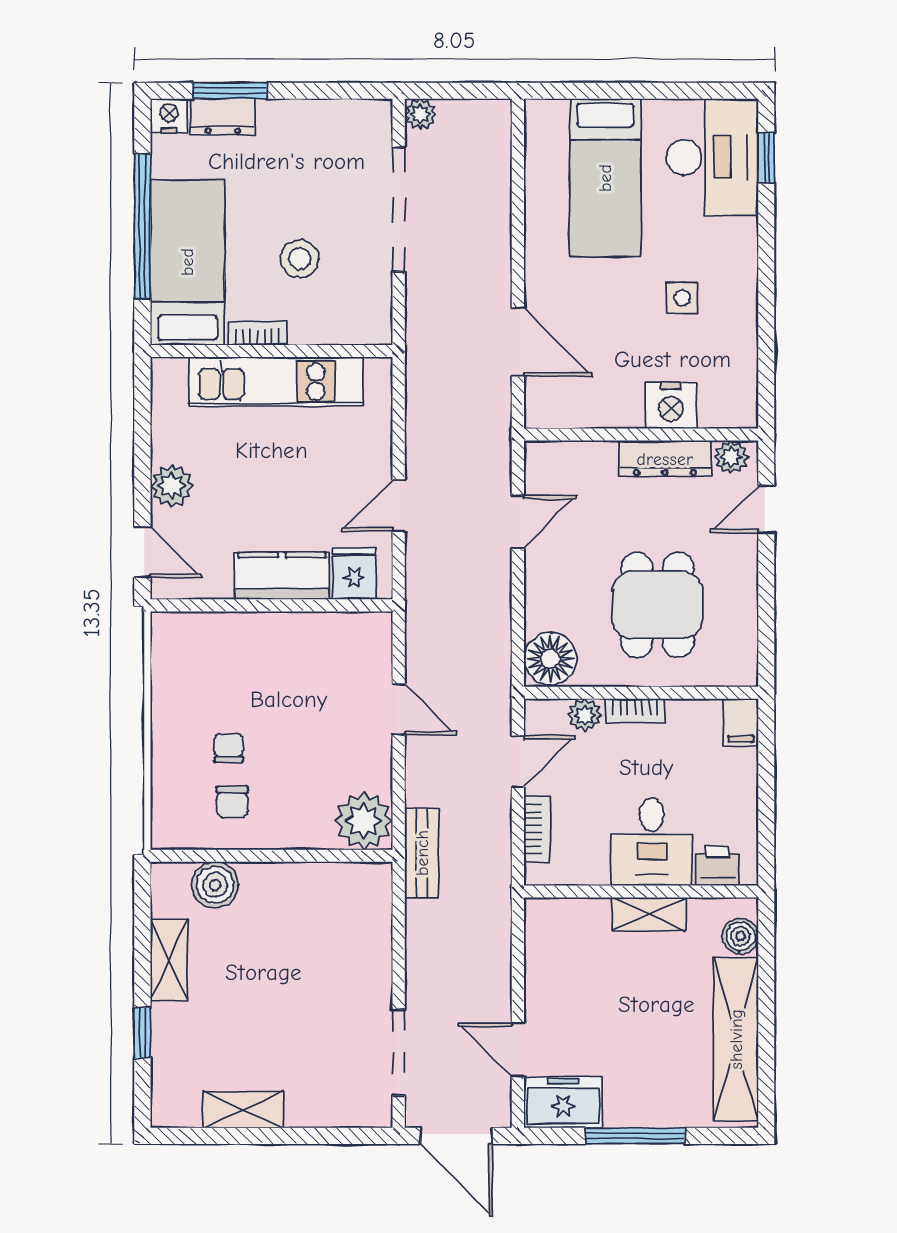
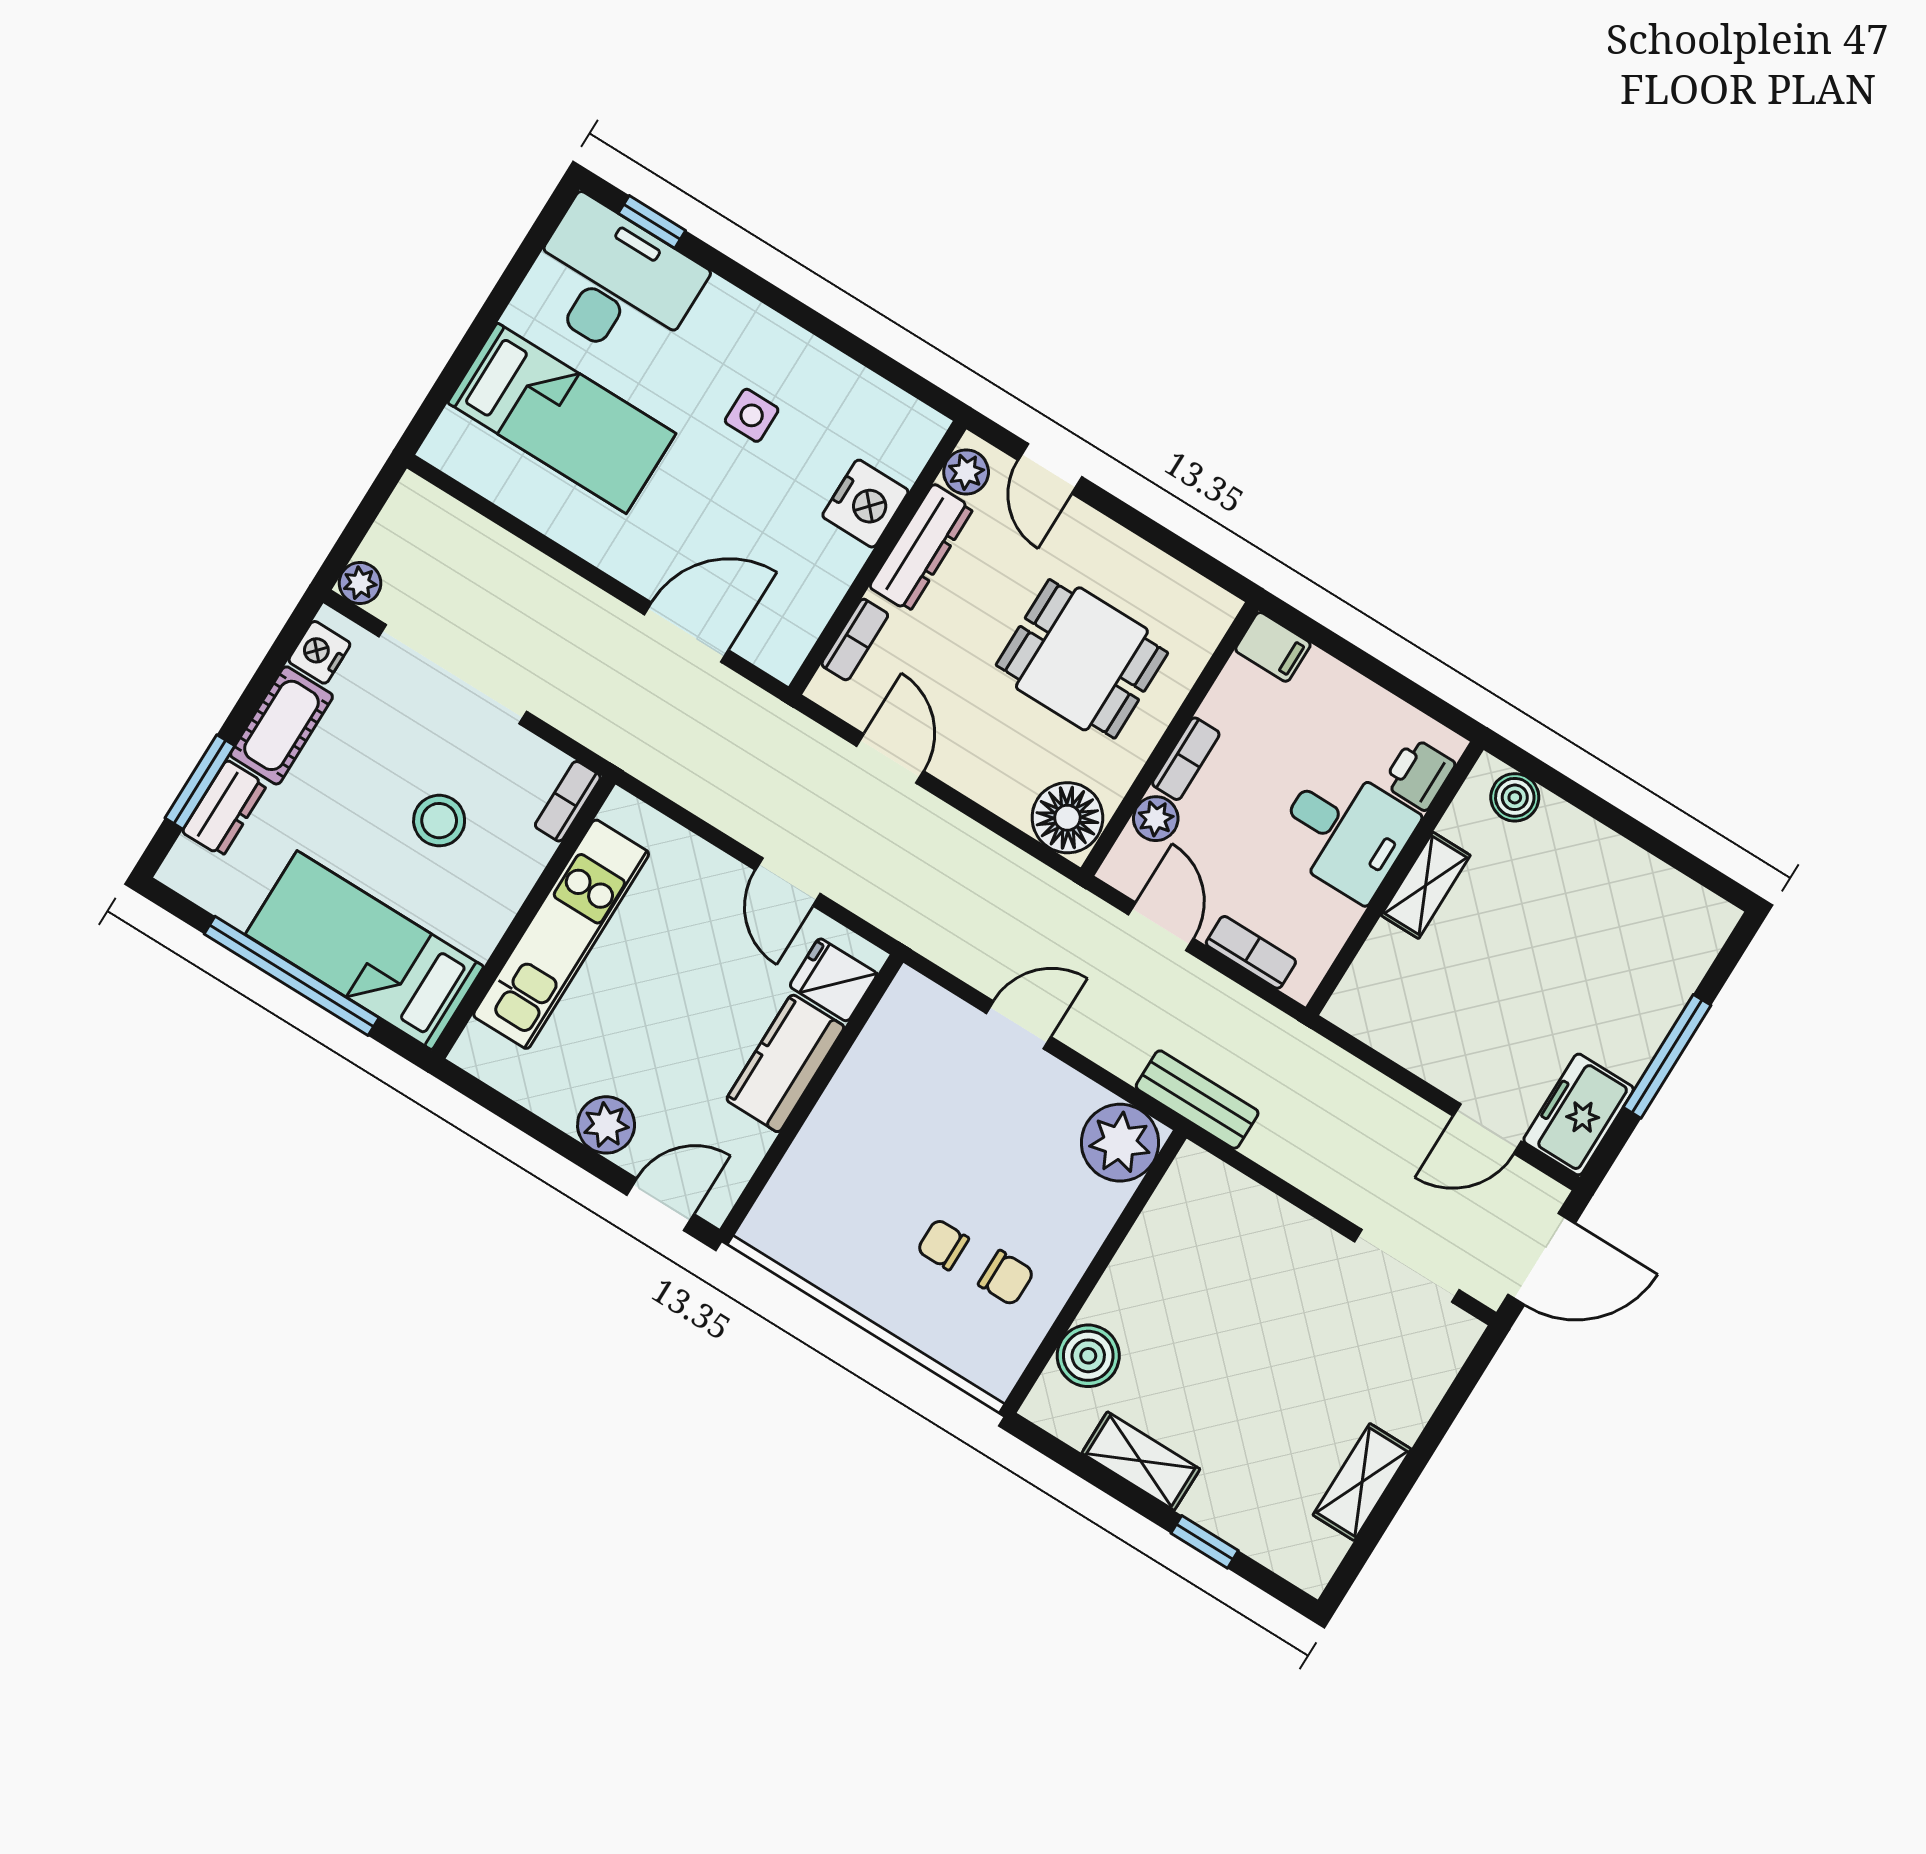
nightstand: (169, 116) -> (319, 652), moved
cot: (298, 120) -> (281, 725), added
bookcase: (257, 333) -> (568, 801), moved
bookcase: (580, 452) -> (855, 640), added
shelving: (736, 1039) -> (1628, 874), removed

